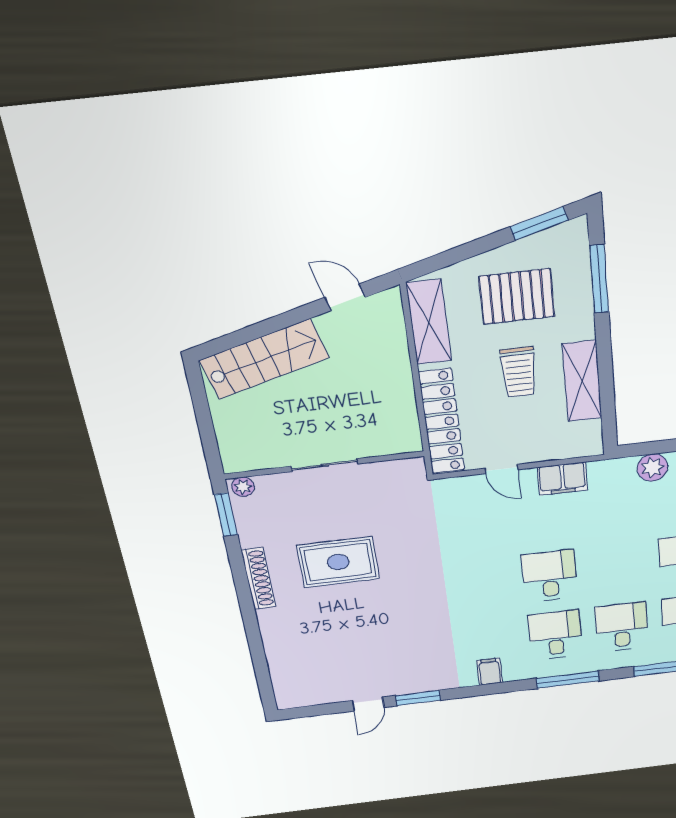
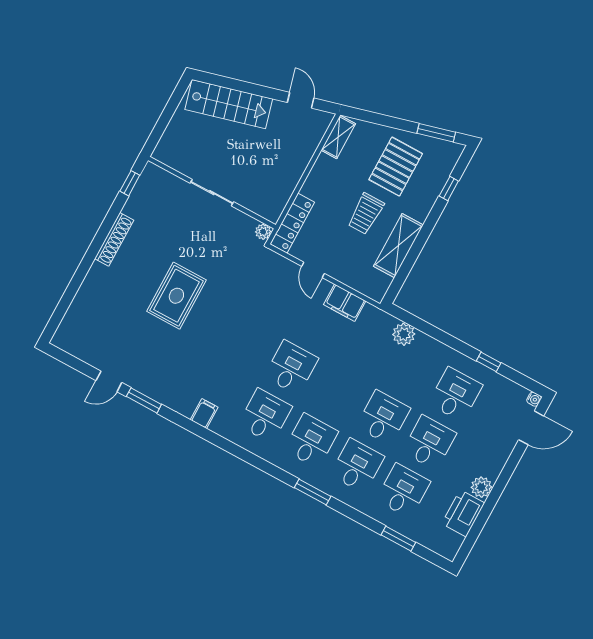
window: (599, 279) -> (449, 188), width x0.46
pallet: (517, 297) -> (396, 167), turned 90
shelving: (429, 322) -> (338, 137), width x0.67, depth x0.75
locker: (442, 422) -> (292, 223), width x0.71, depth x0.83
plant: (243, 487) -> (263, 232), moved
window: (226, 515) -> (130, 183), width x0.67
rug: (338, 562) -> (176, 296), moved, turned 90
window: (568, 680) -> (250, 458), removed

